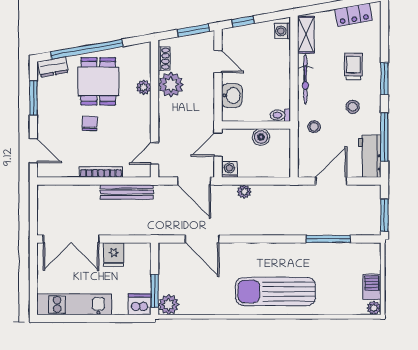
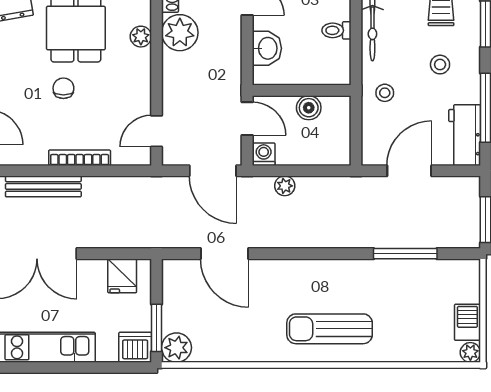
toilet: (280, 115) -> (336, 30), moved
door: (218, 145) -> (247, 119), swing flipped
bench: (127, 192) -> (43, 186), moved
fridge: (114, 254) -> (122, 276), moved
sun lounger: (275, 291) -> (330, 329), width x0.73, depth x0.75

